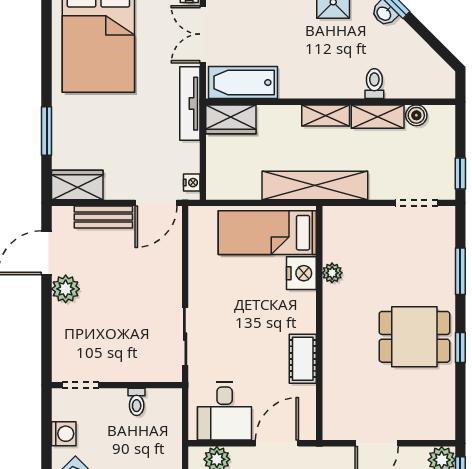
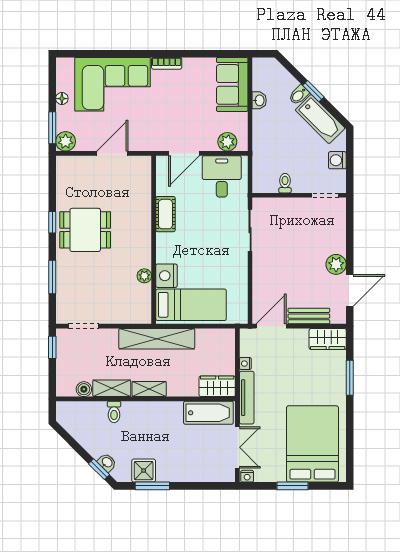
nightstand: (192, 183) -> (245, 364), moved

